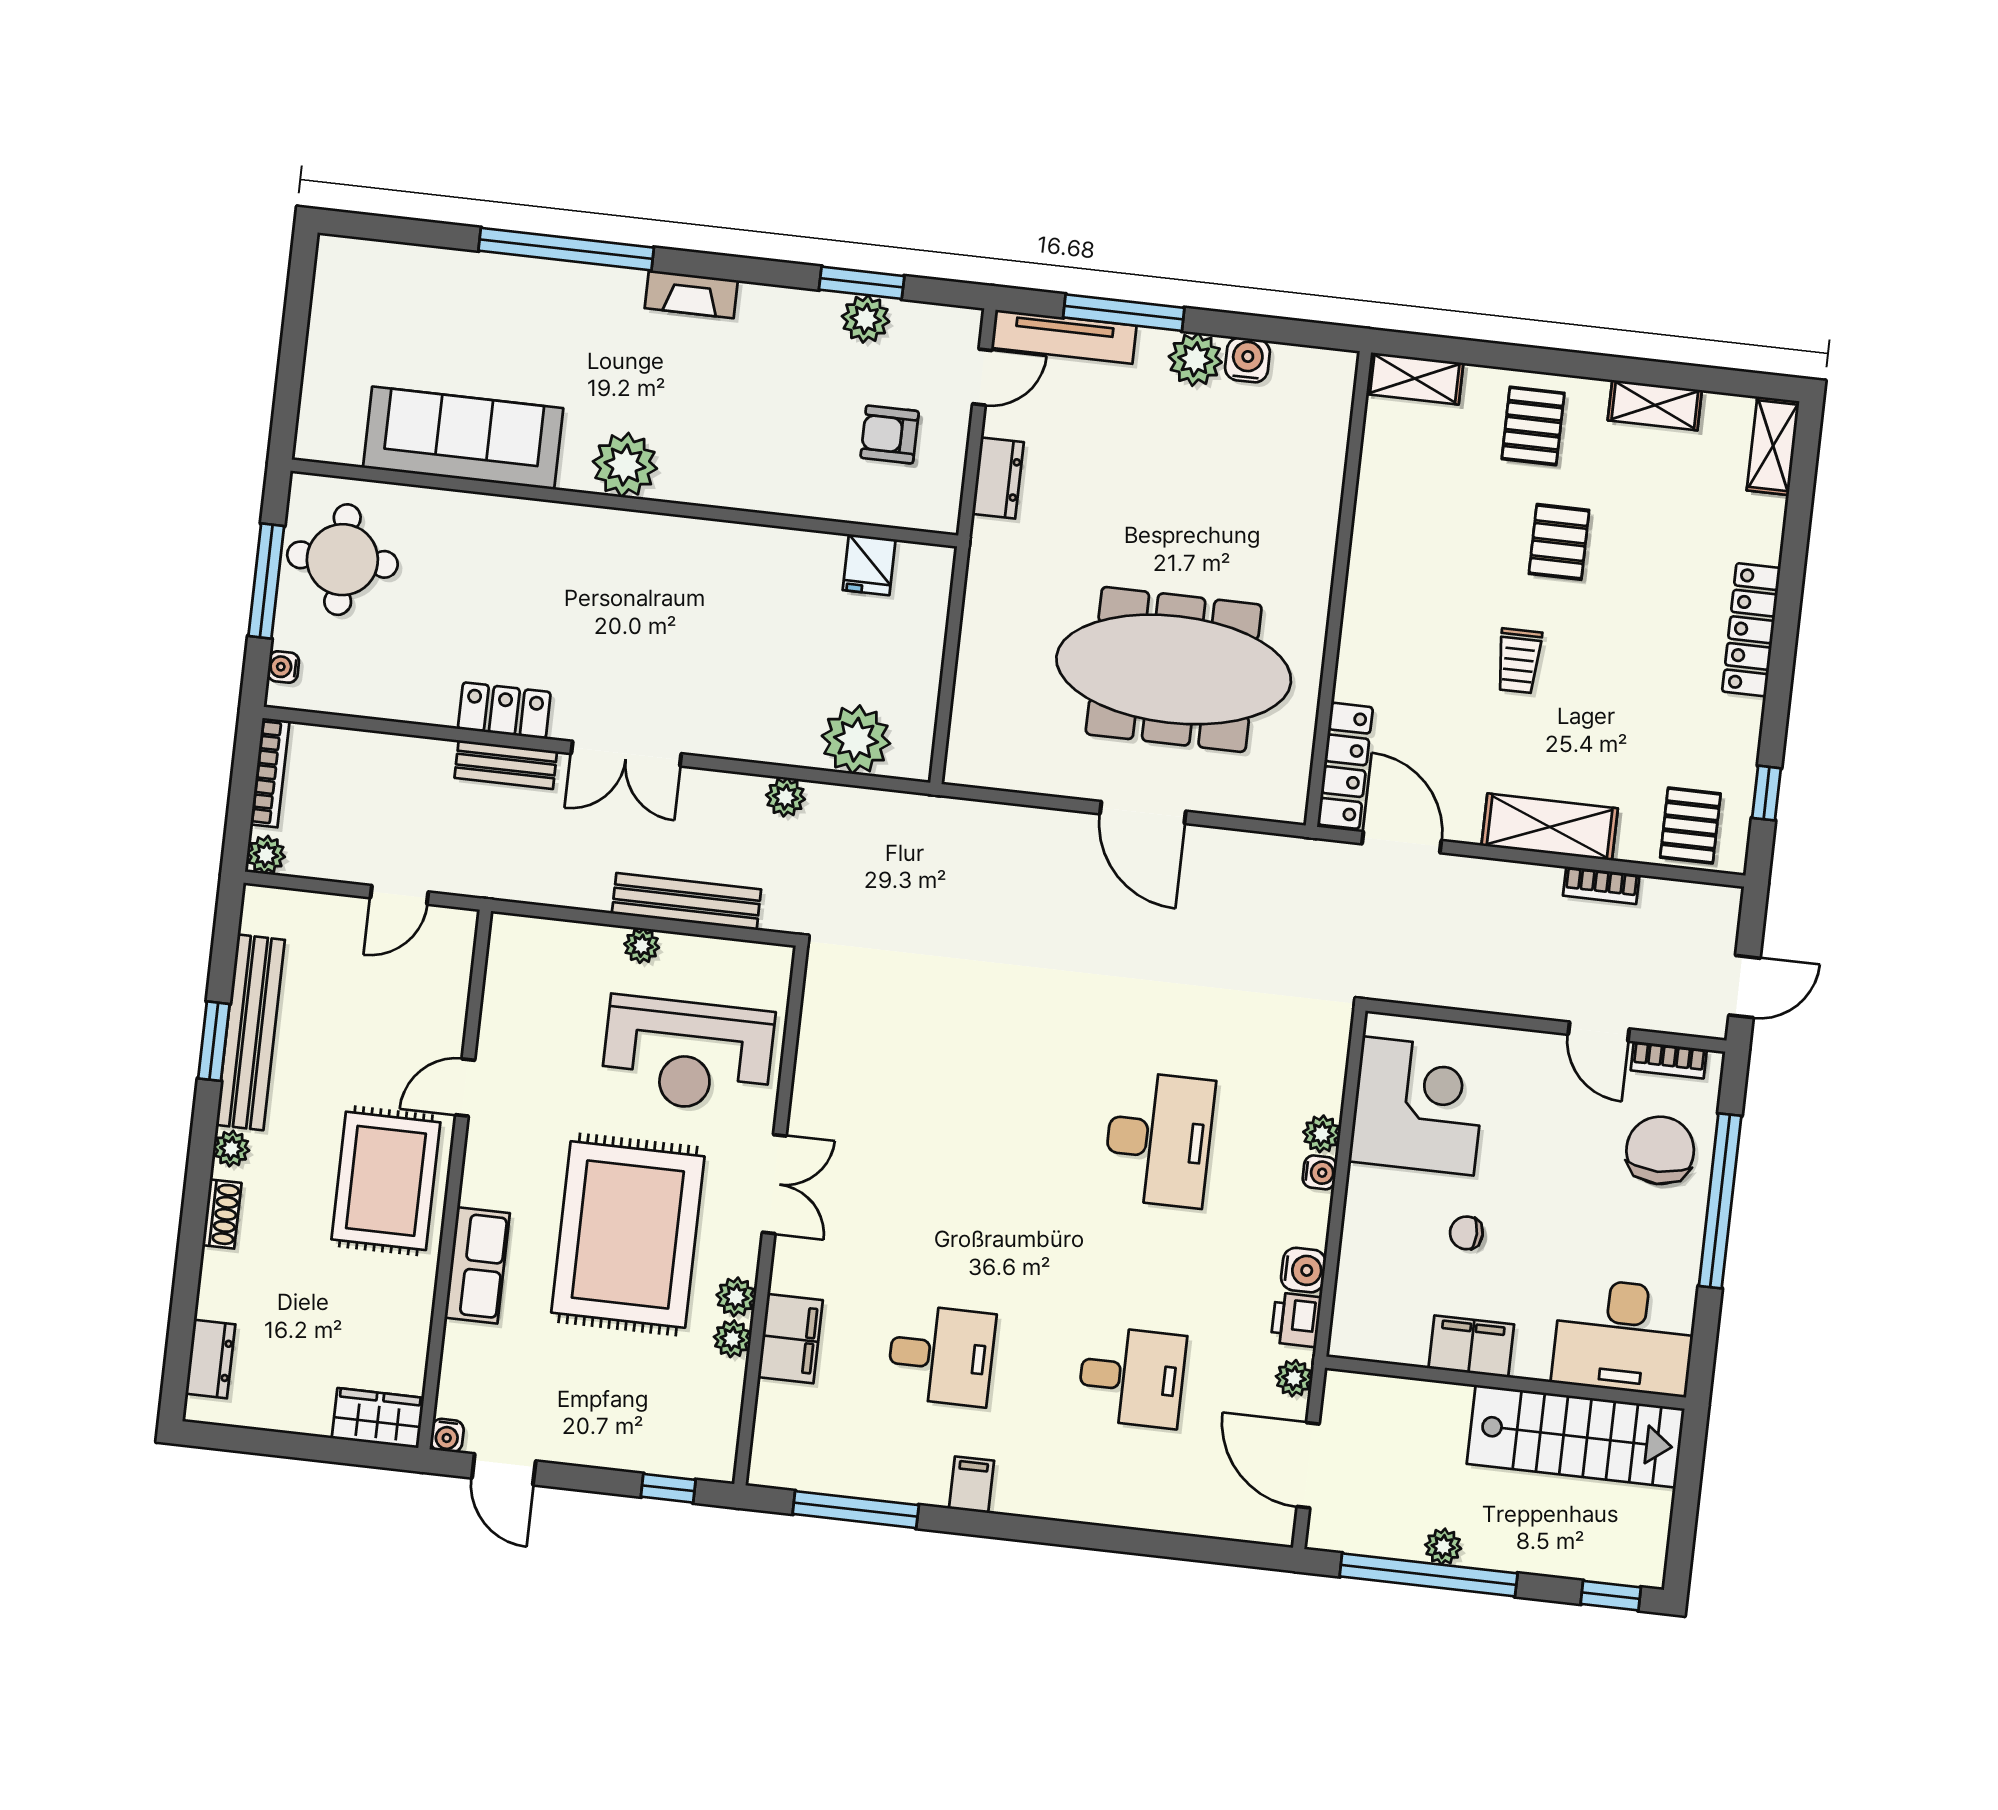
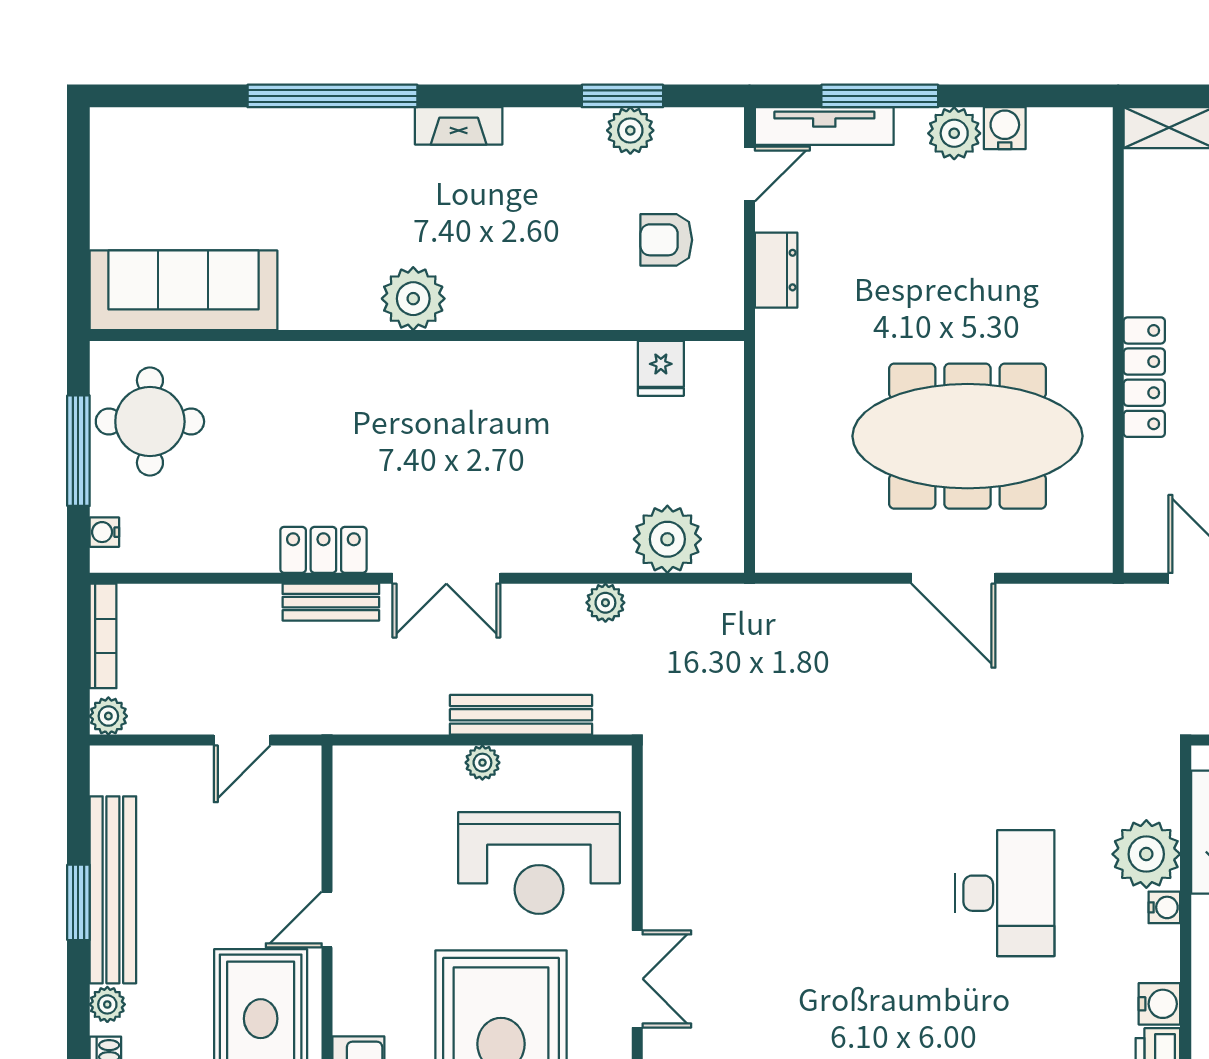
sofa: (463, 438) -> (183, 290), moved
locker: (1345, 766) -> (1144, 377), moved
plant: (1322, 1134) -> (1146, 854), width x1.88, depth x1.88

